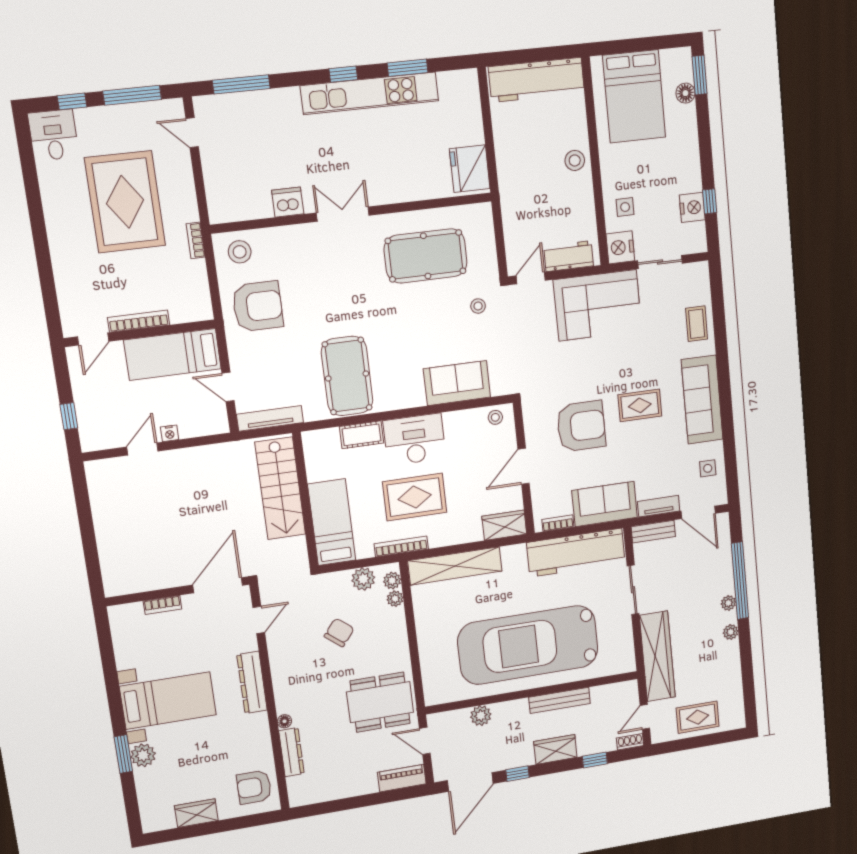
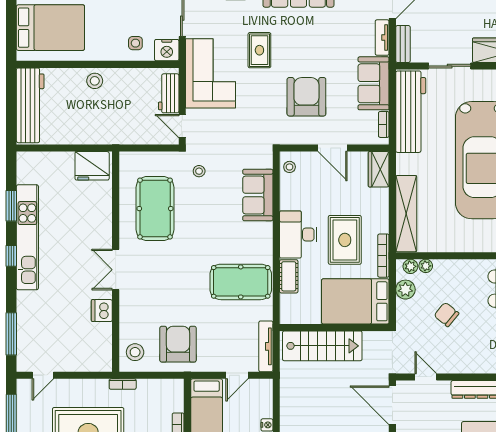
rug: (640, 405) -> (259, 50), moved
bed: (332, 522) -> (355, 301), width x1.50

